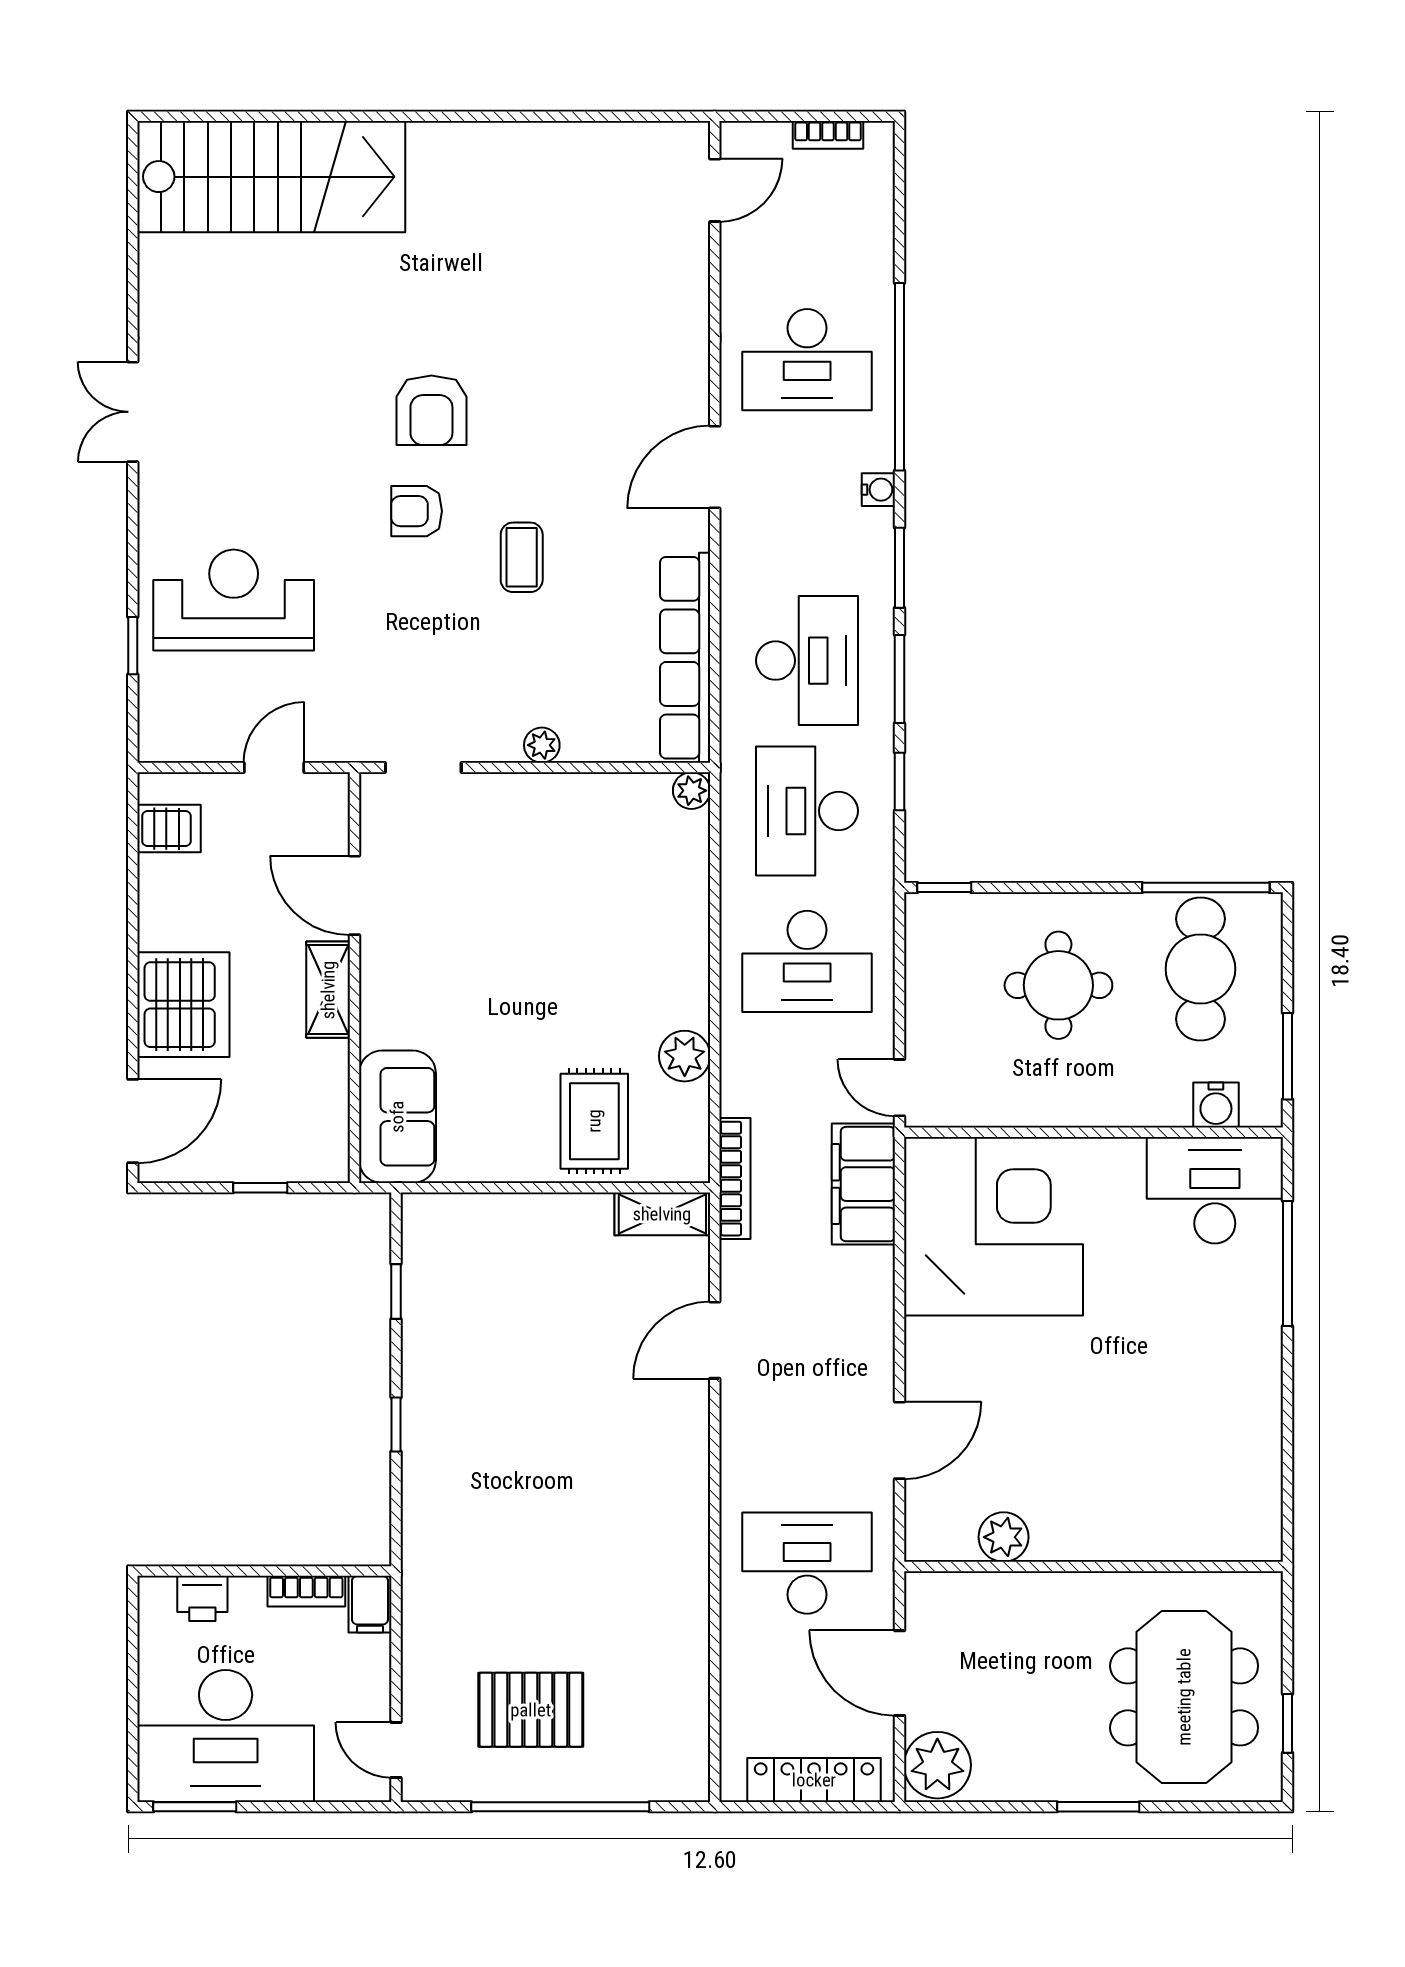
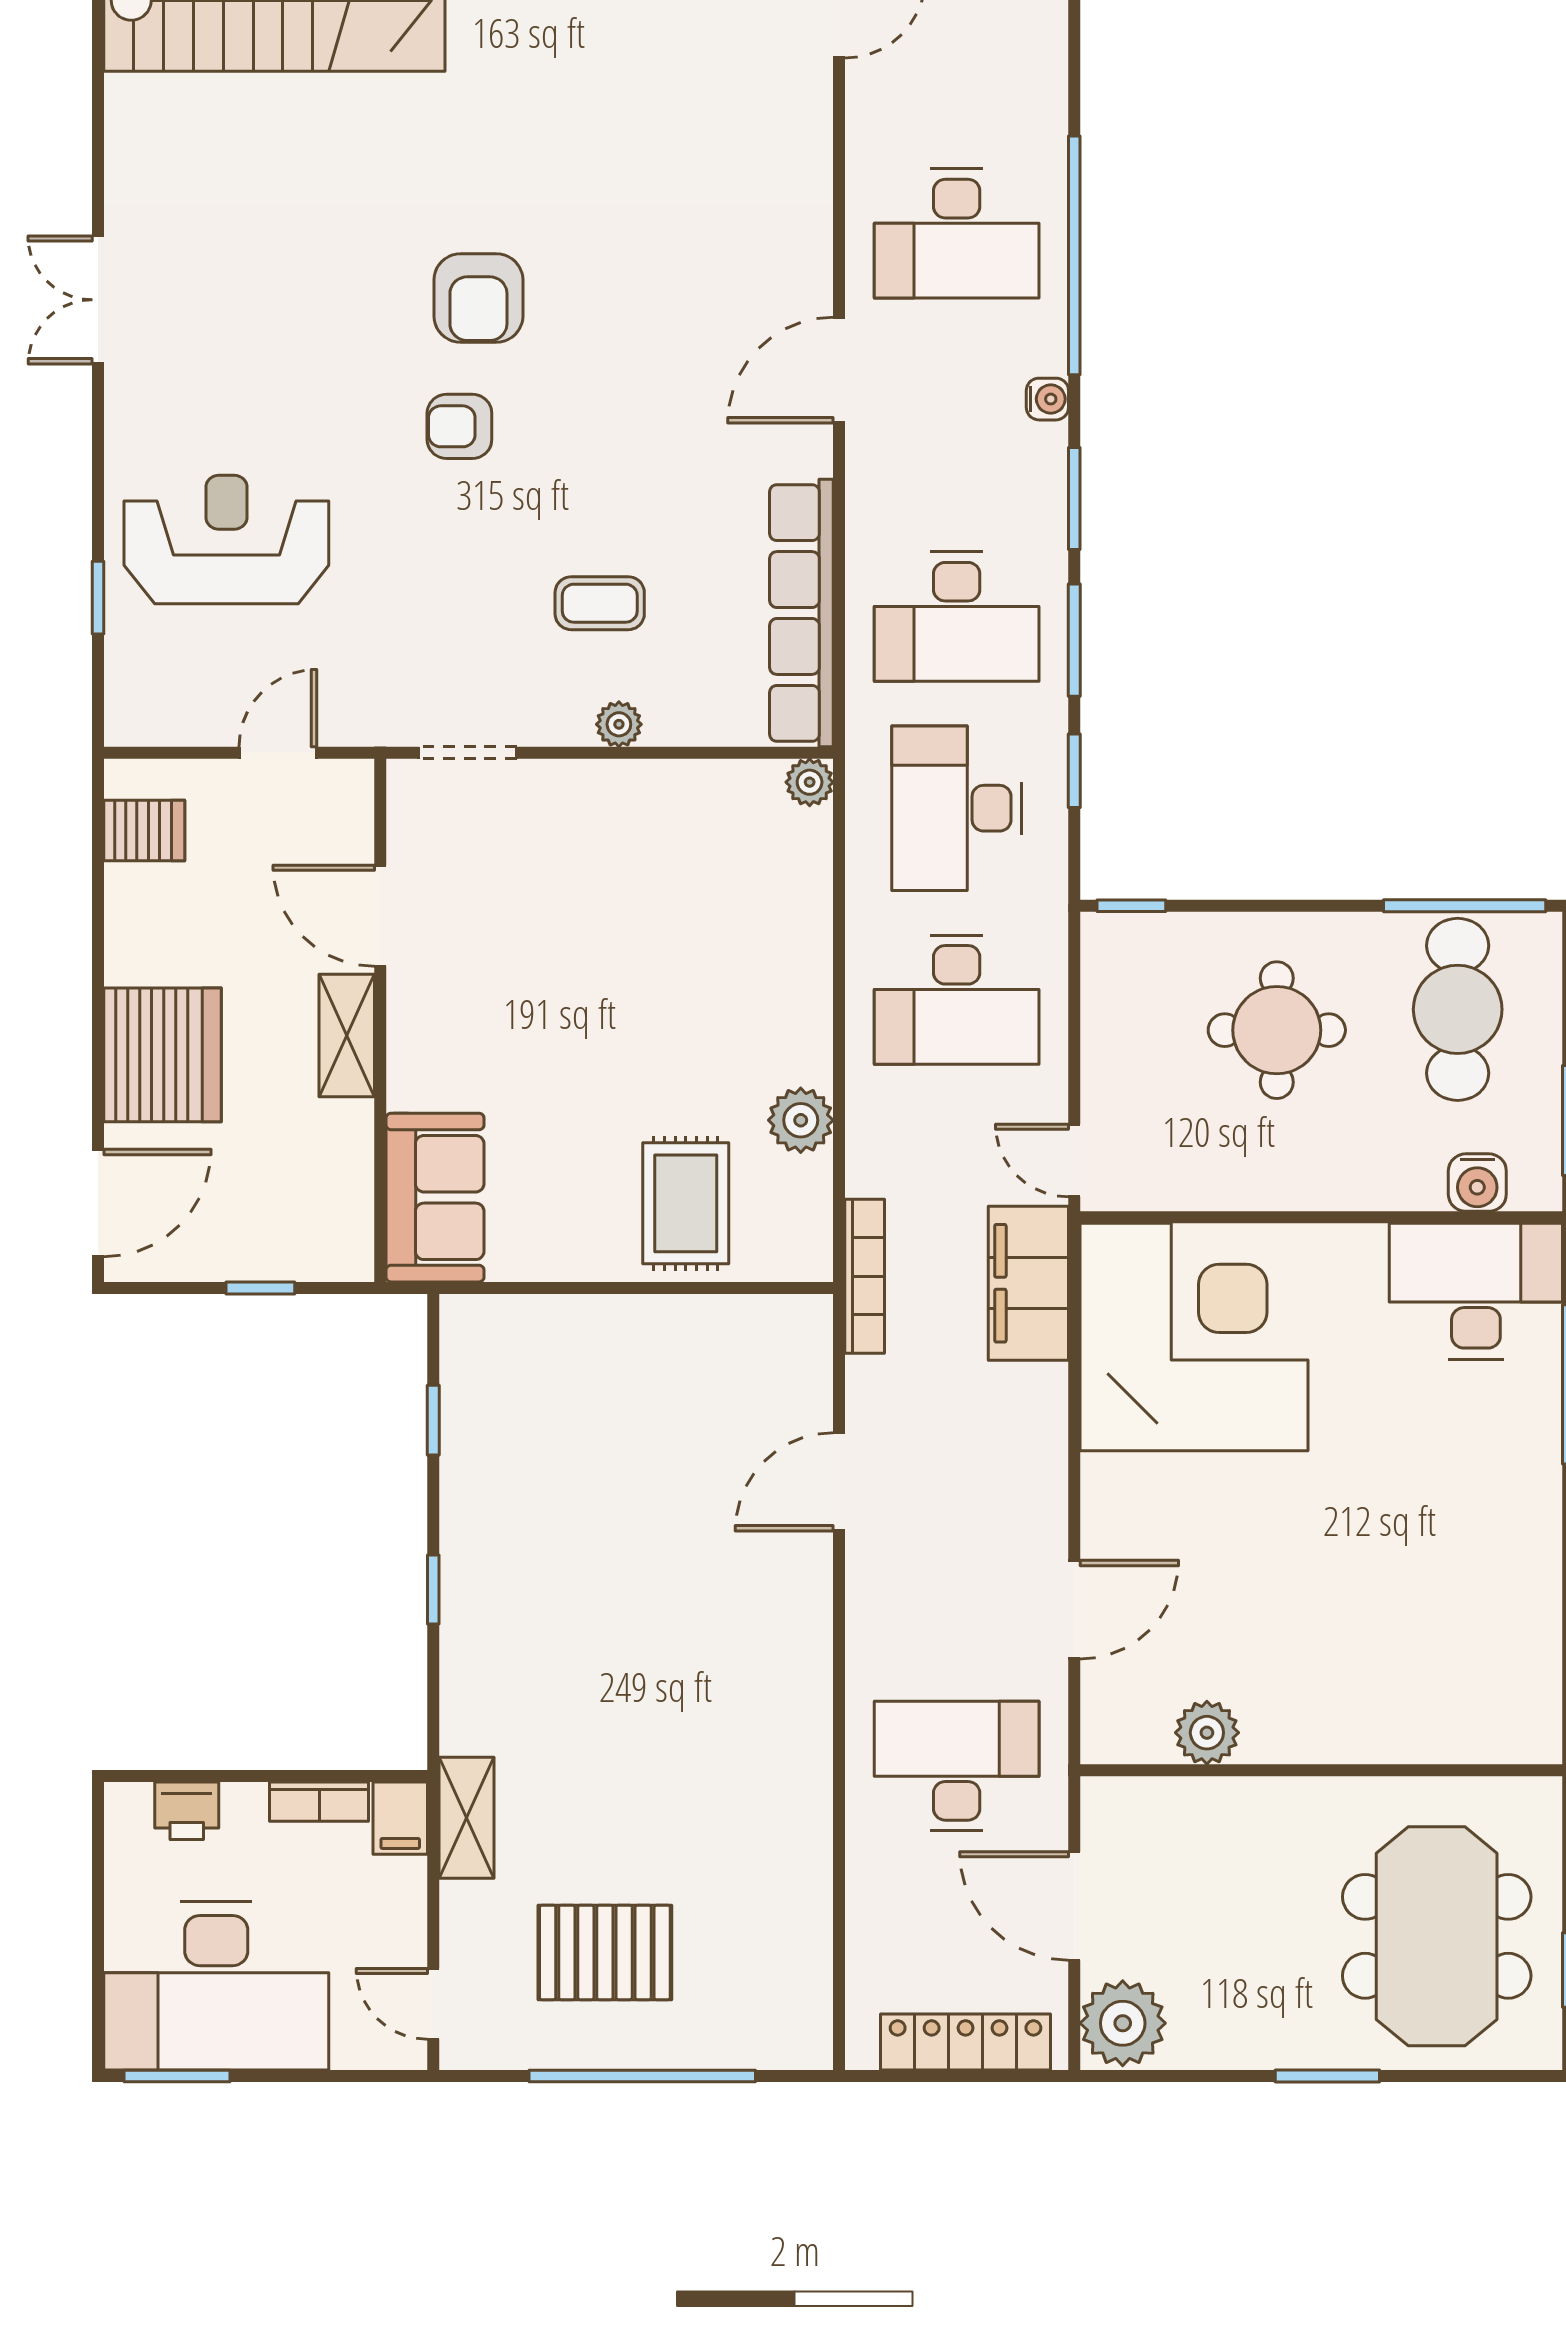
coffee table: (522, 557) -> (600, 603), moved, turned 90
desk: (807, 661) -> (957, 617), turned 90
shelving: (662, 1214) -> (466, 1818), moved, turned 90

